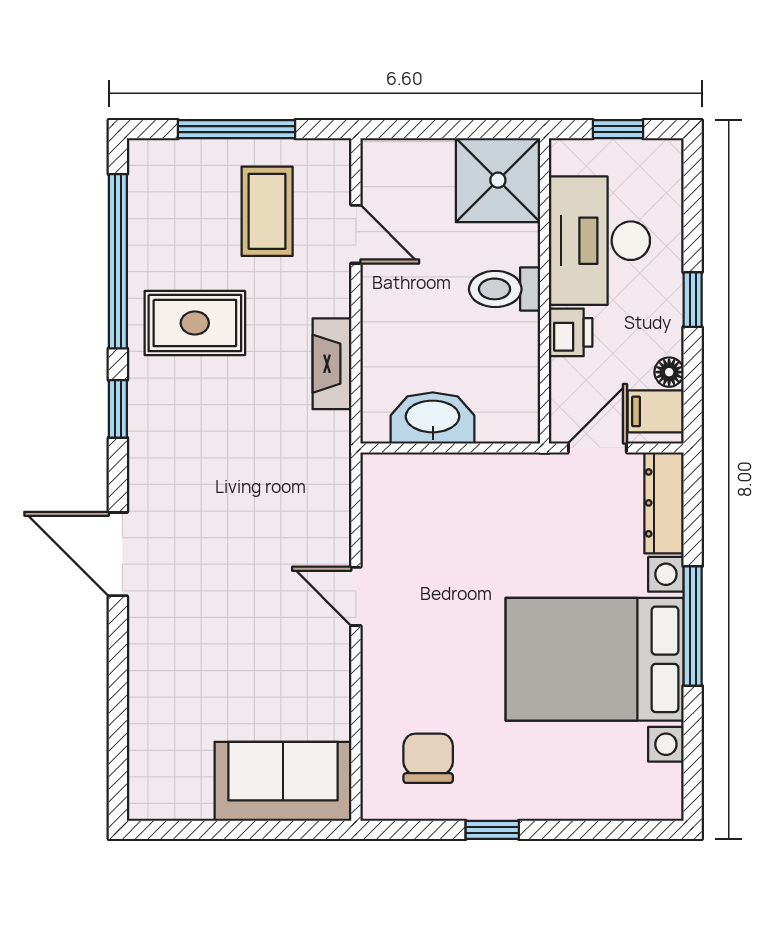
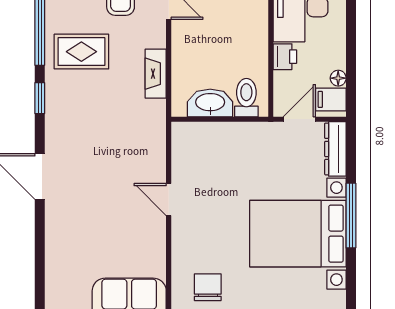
toilet: (504, 289) -> (246, 98), moved, turned 90
window: (693, 300) -> (351, 39), removed

